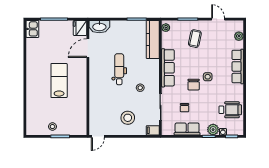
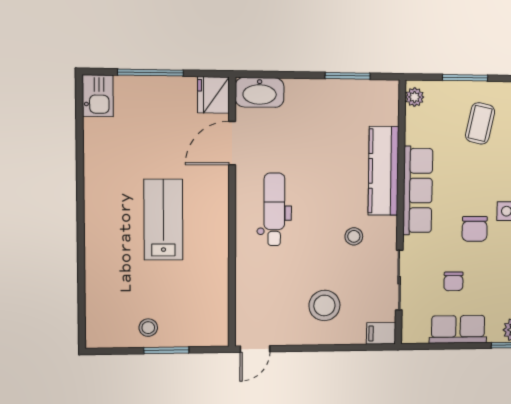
kitchen counter: (153, 39) -> (383, 171), moved
dental chair: (119, 69) -> (274, 209), moved

